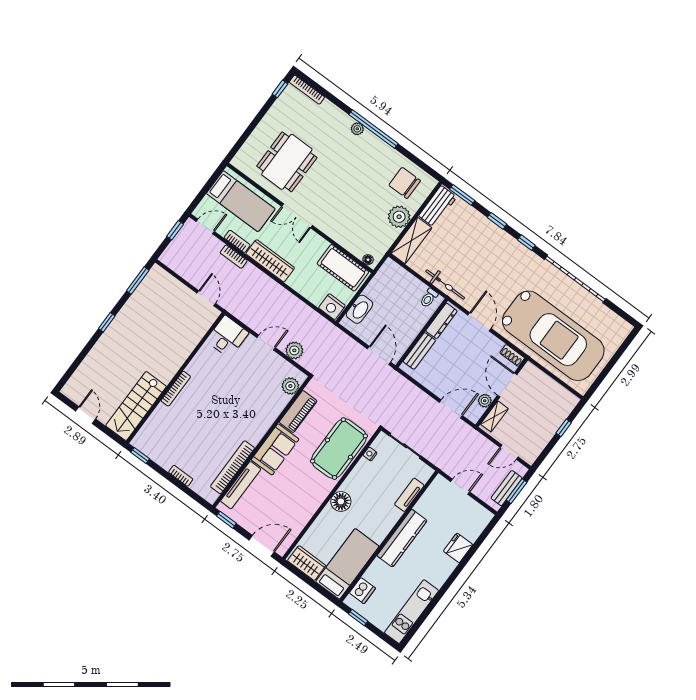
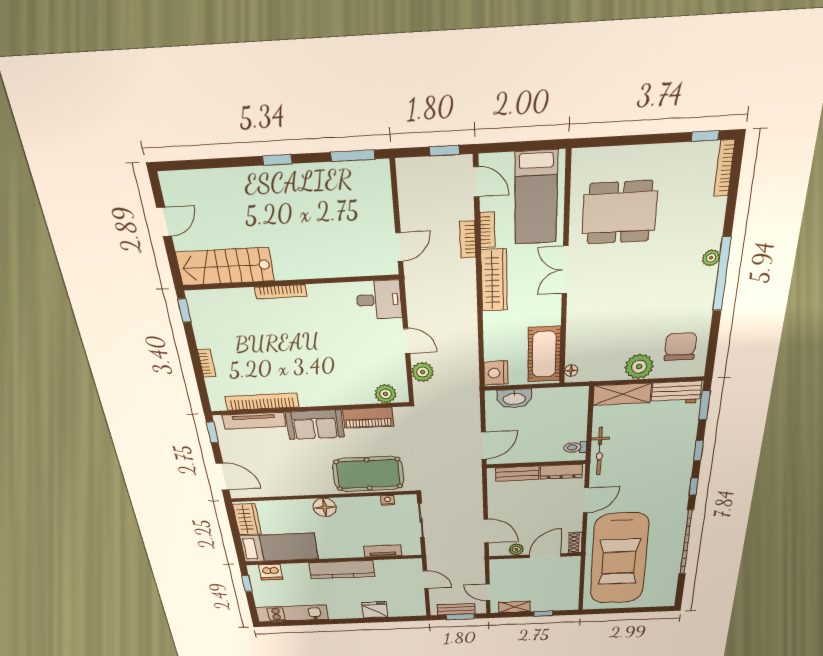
shelving: (494, 416) -> (514, 607), moved

